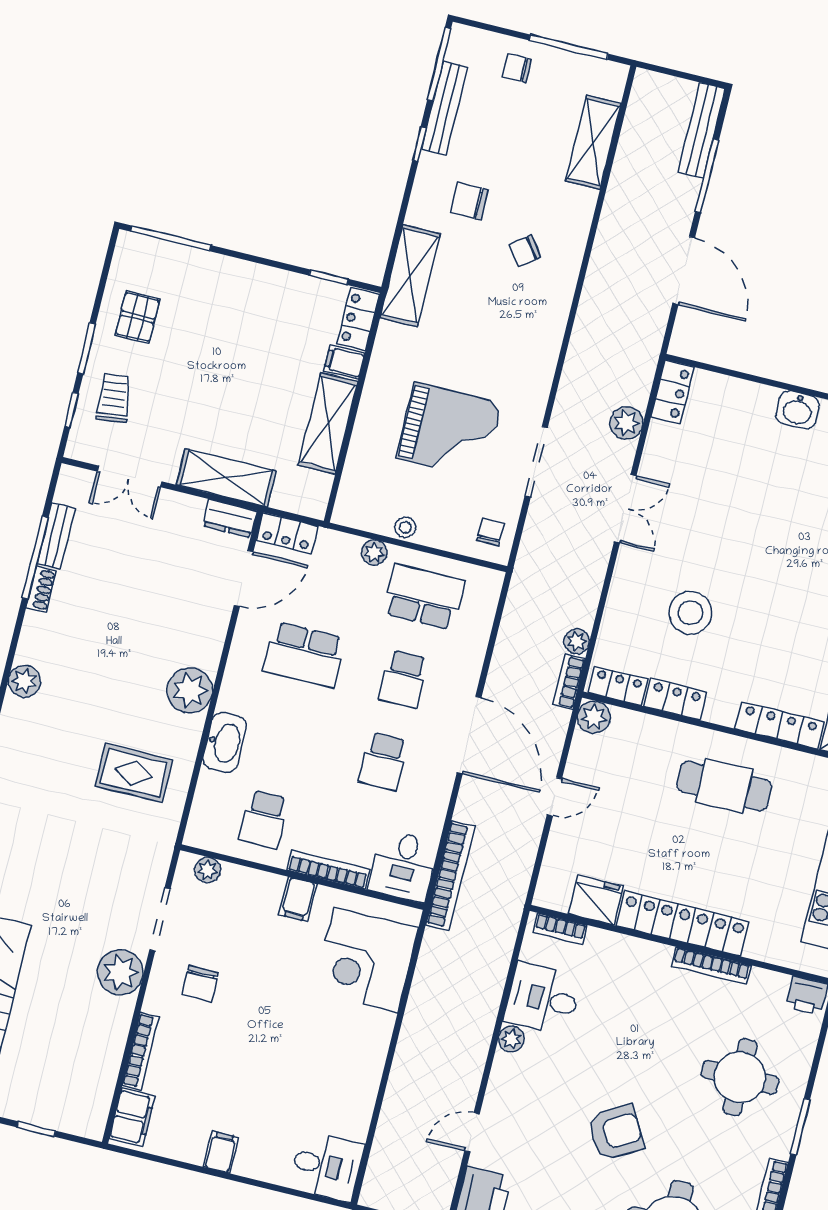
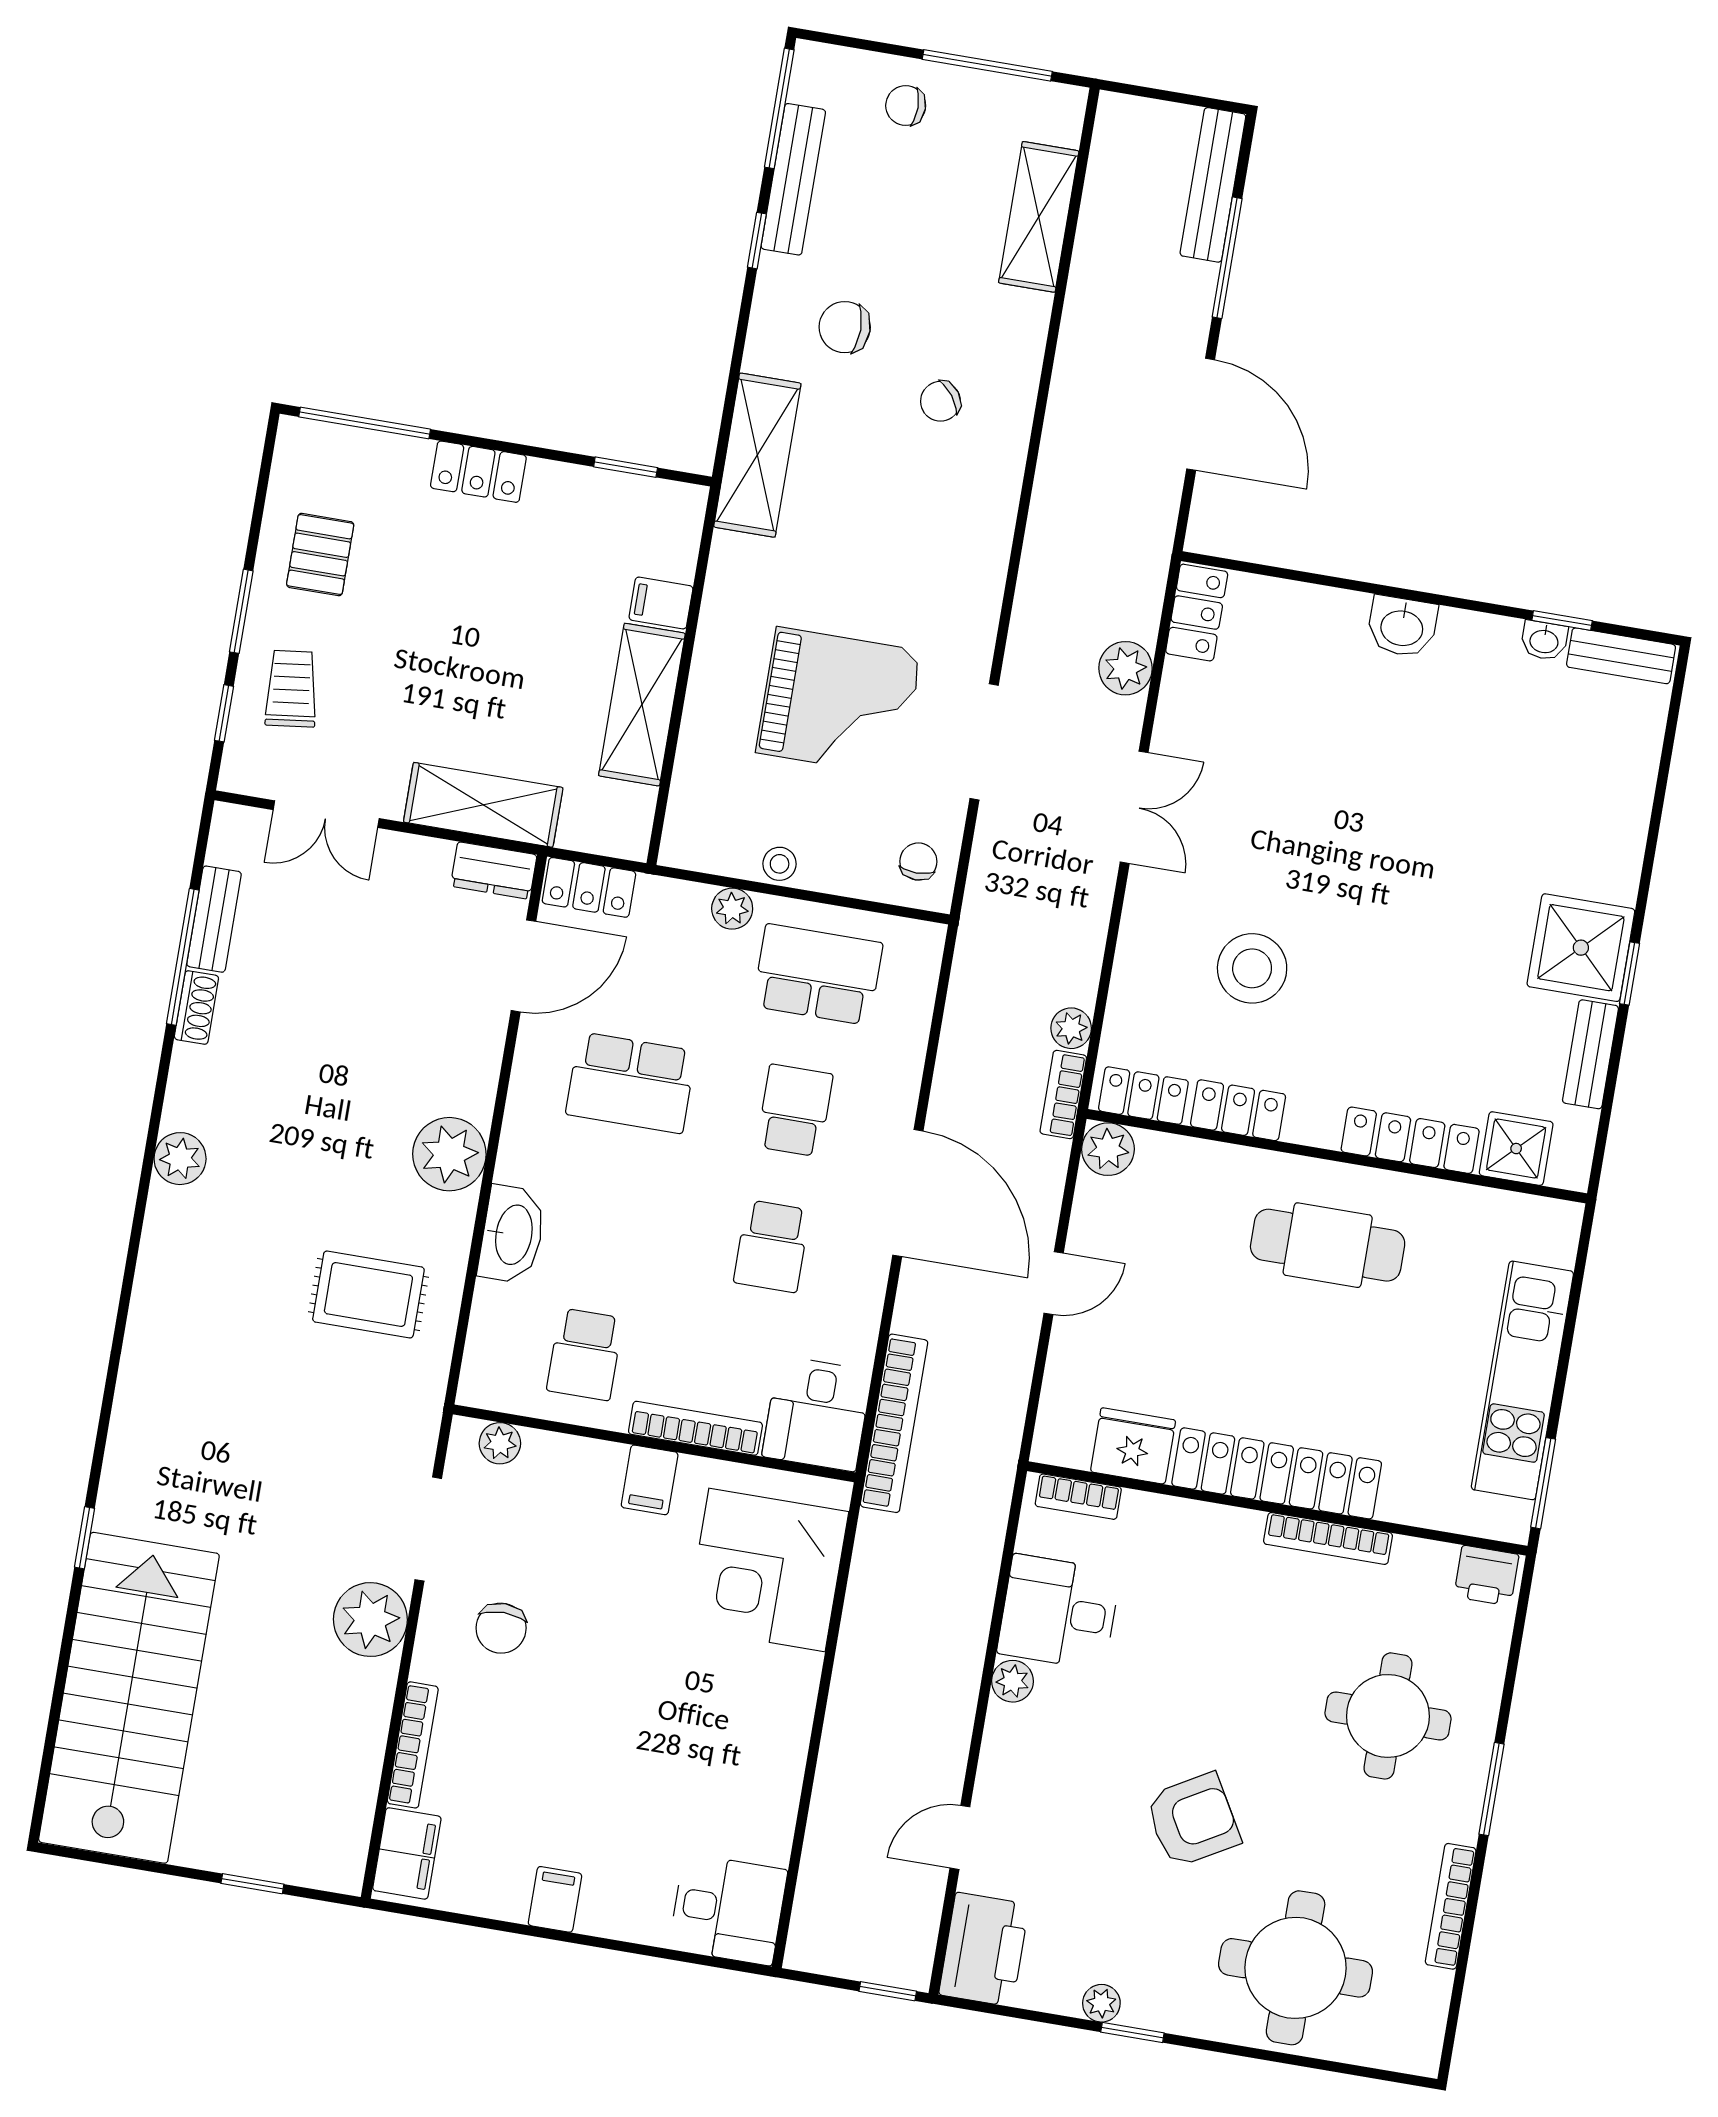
locker: (358, 319) -> (478, 472), moved, turned -90
school desk: (403, 679) -> (795, 1110), turned 180

